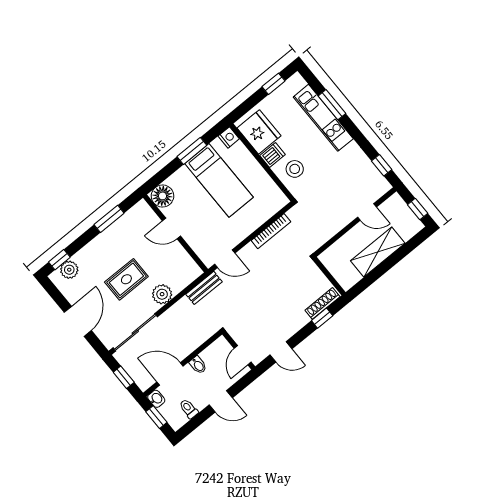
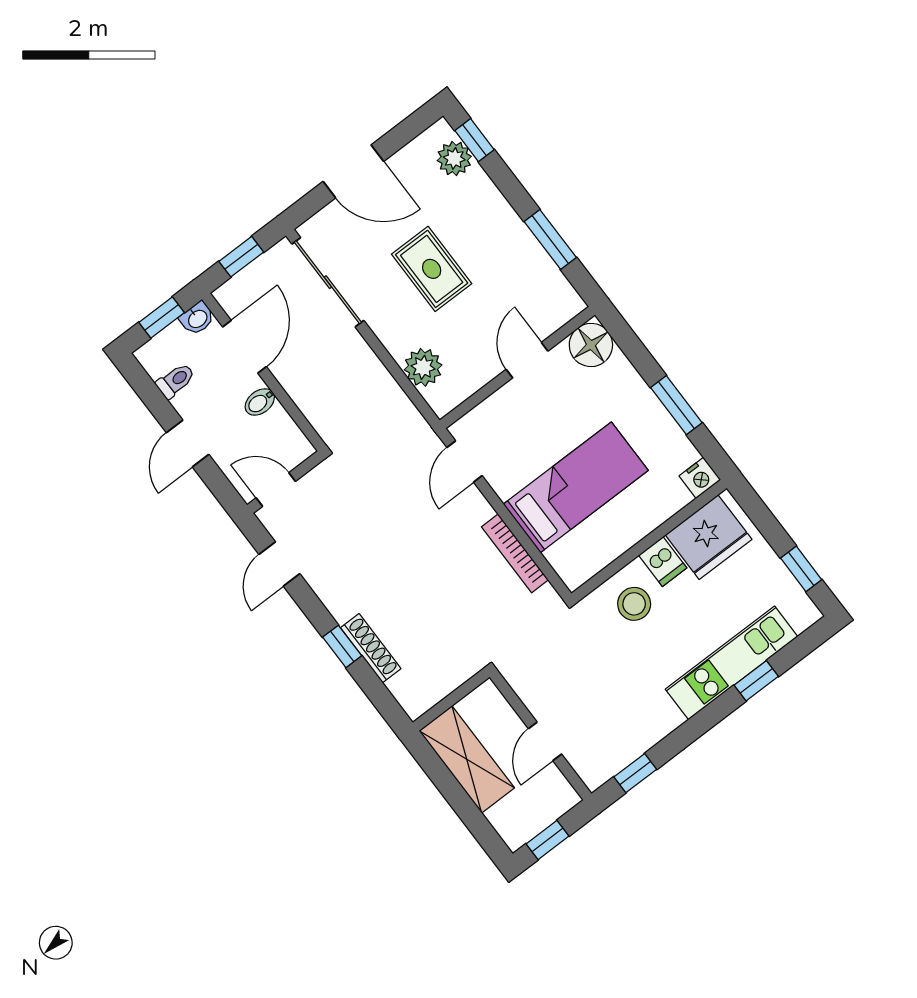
window: (332, 105) -> (756, 681), width x0.67
bed: (219, 180) -> (576, 487), moved, turned 180
wall: (329, 276) -> (451, 700), moved
bench: (204, 288) -> (409, 419), removed
plant: (162, 294) -> (423, 367), moved

